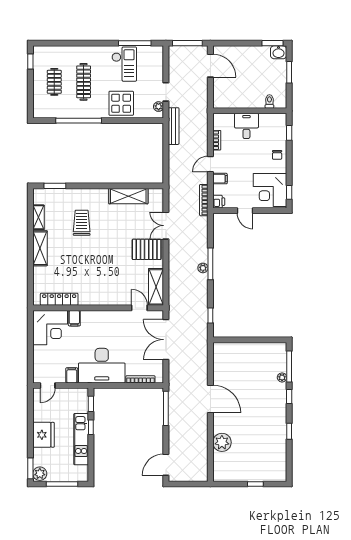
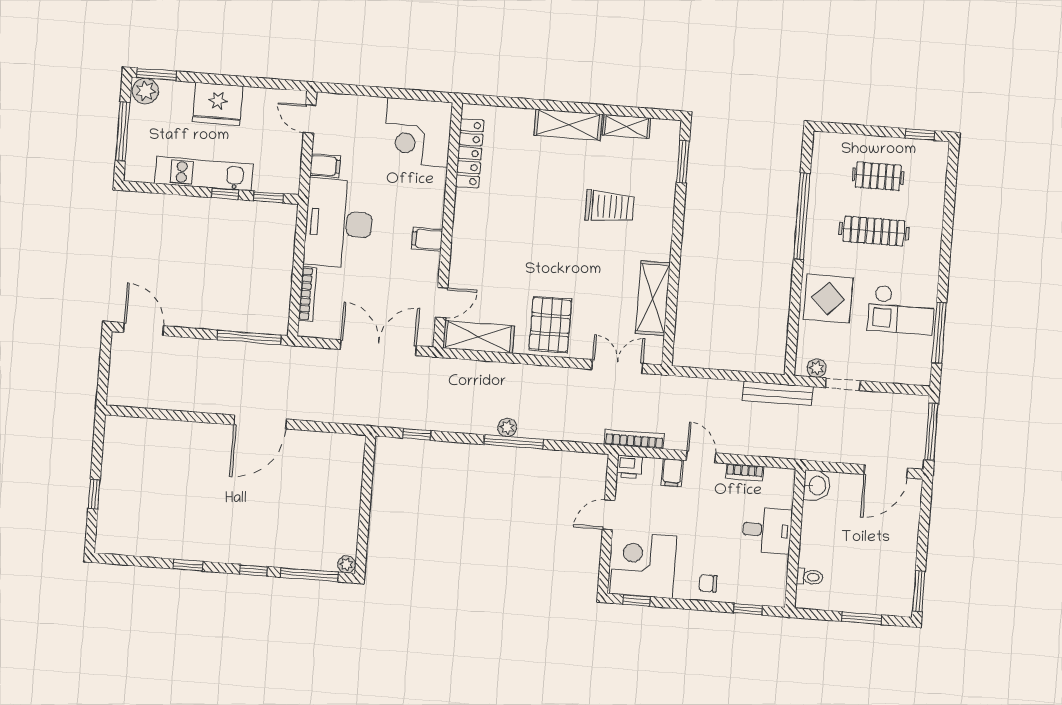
washbasin: (279, 52) -> (817, 486), moved, turned 180
double door: (166, 226) -> (617, 366), moved
filing cabinet: (74, 318) -> (427, 239), moved
plant: (282, 377) -> (346, 564), moved
plant: (222, 442) -> (177, 437), removed

